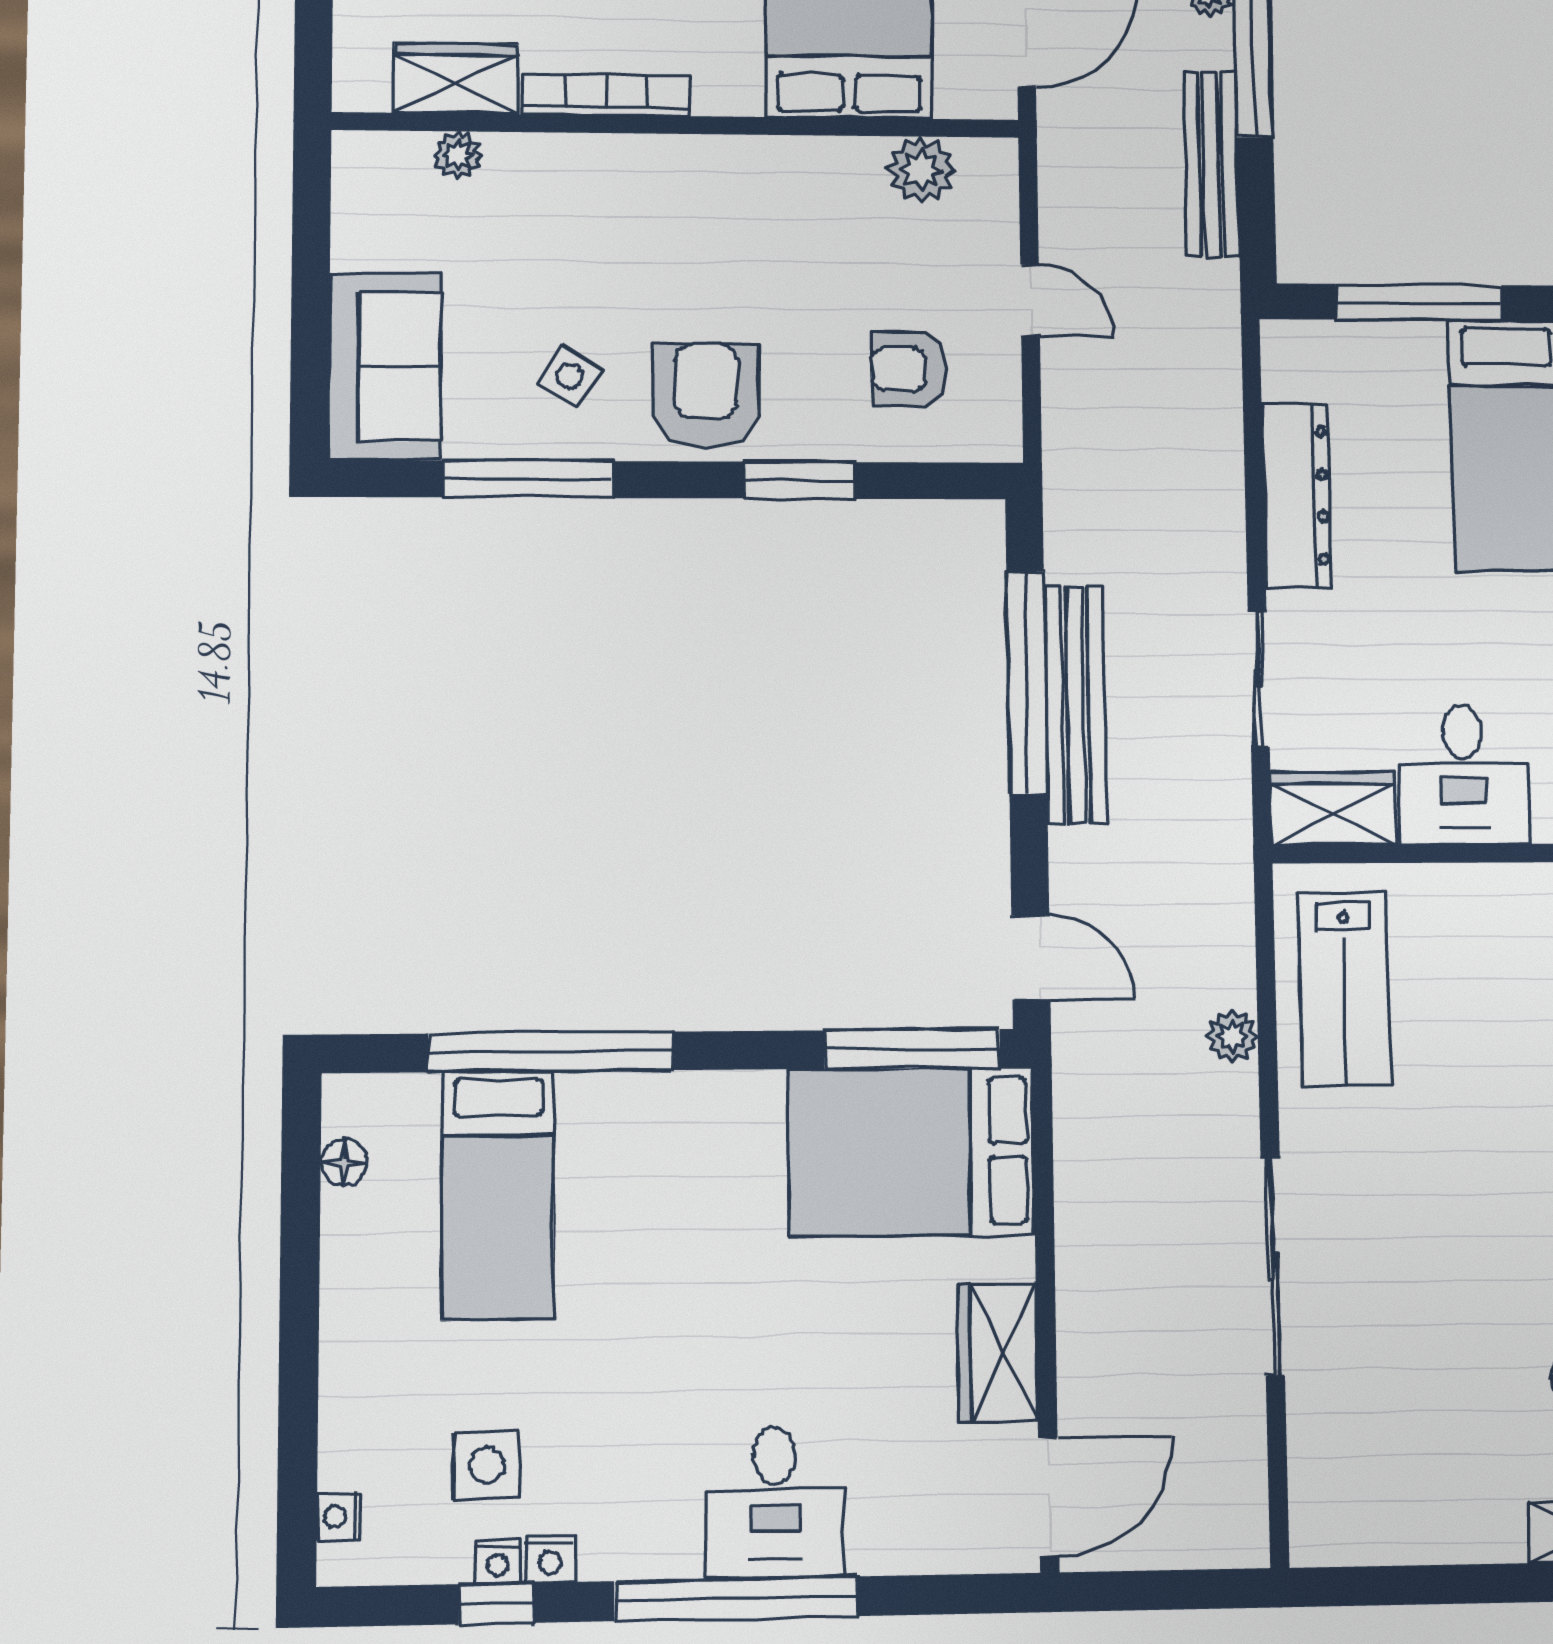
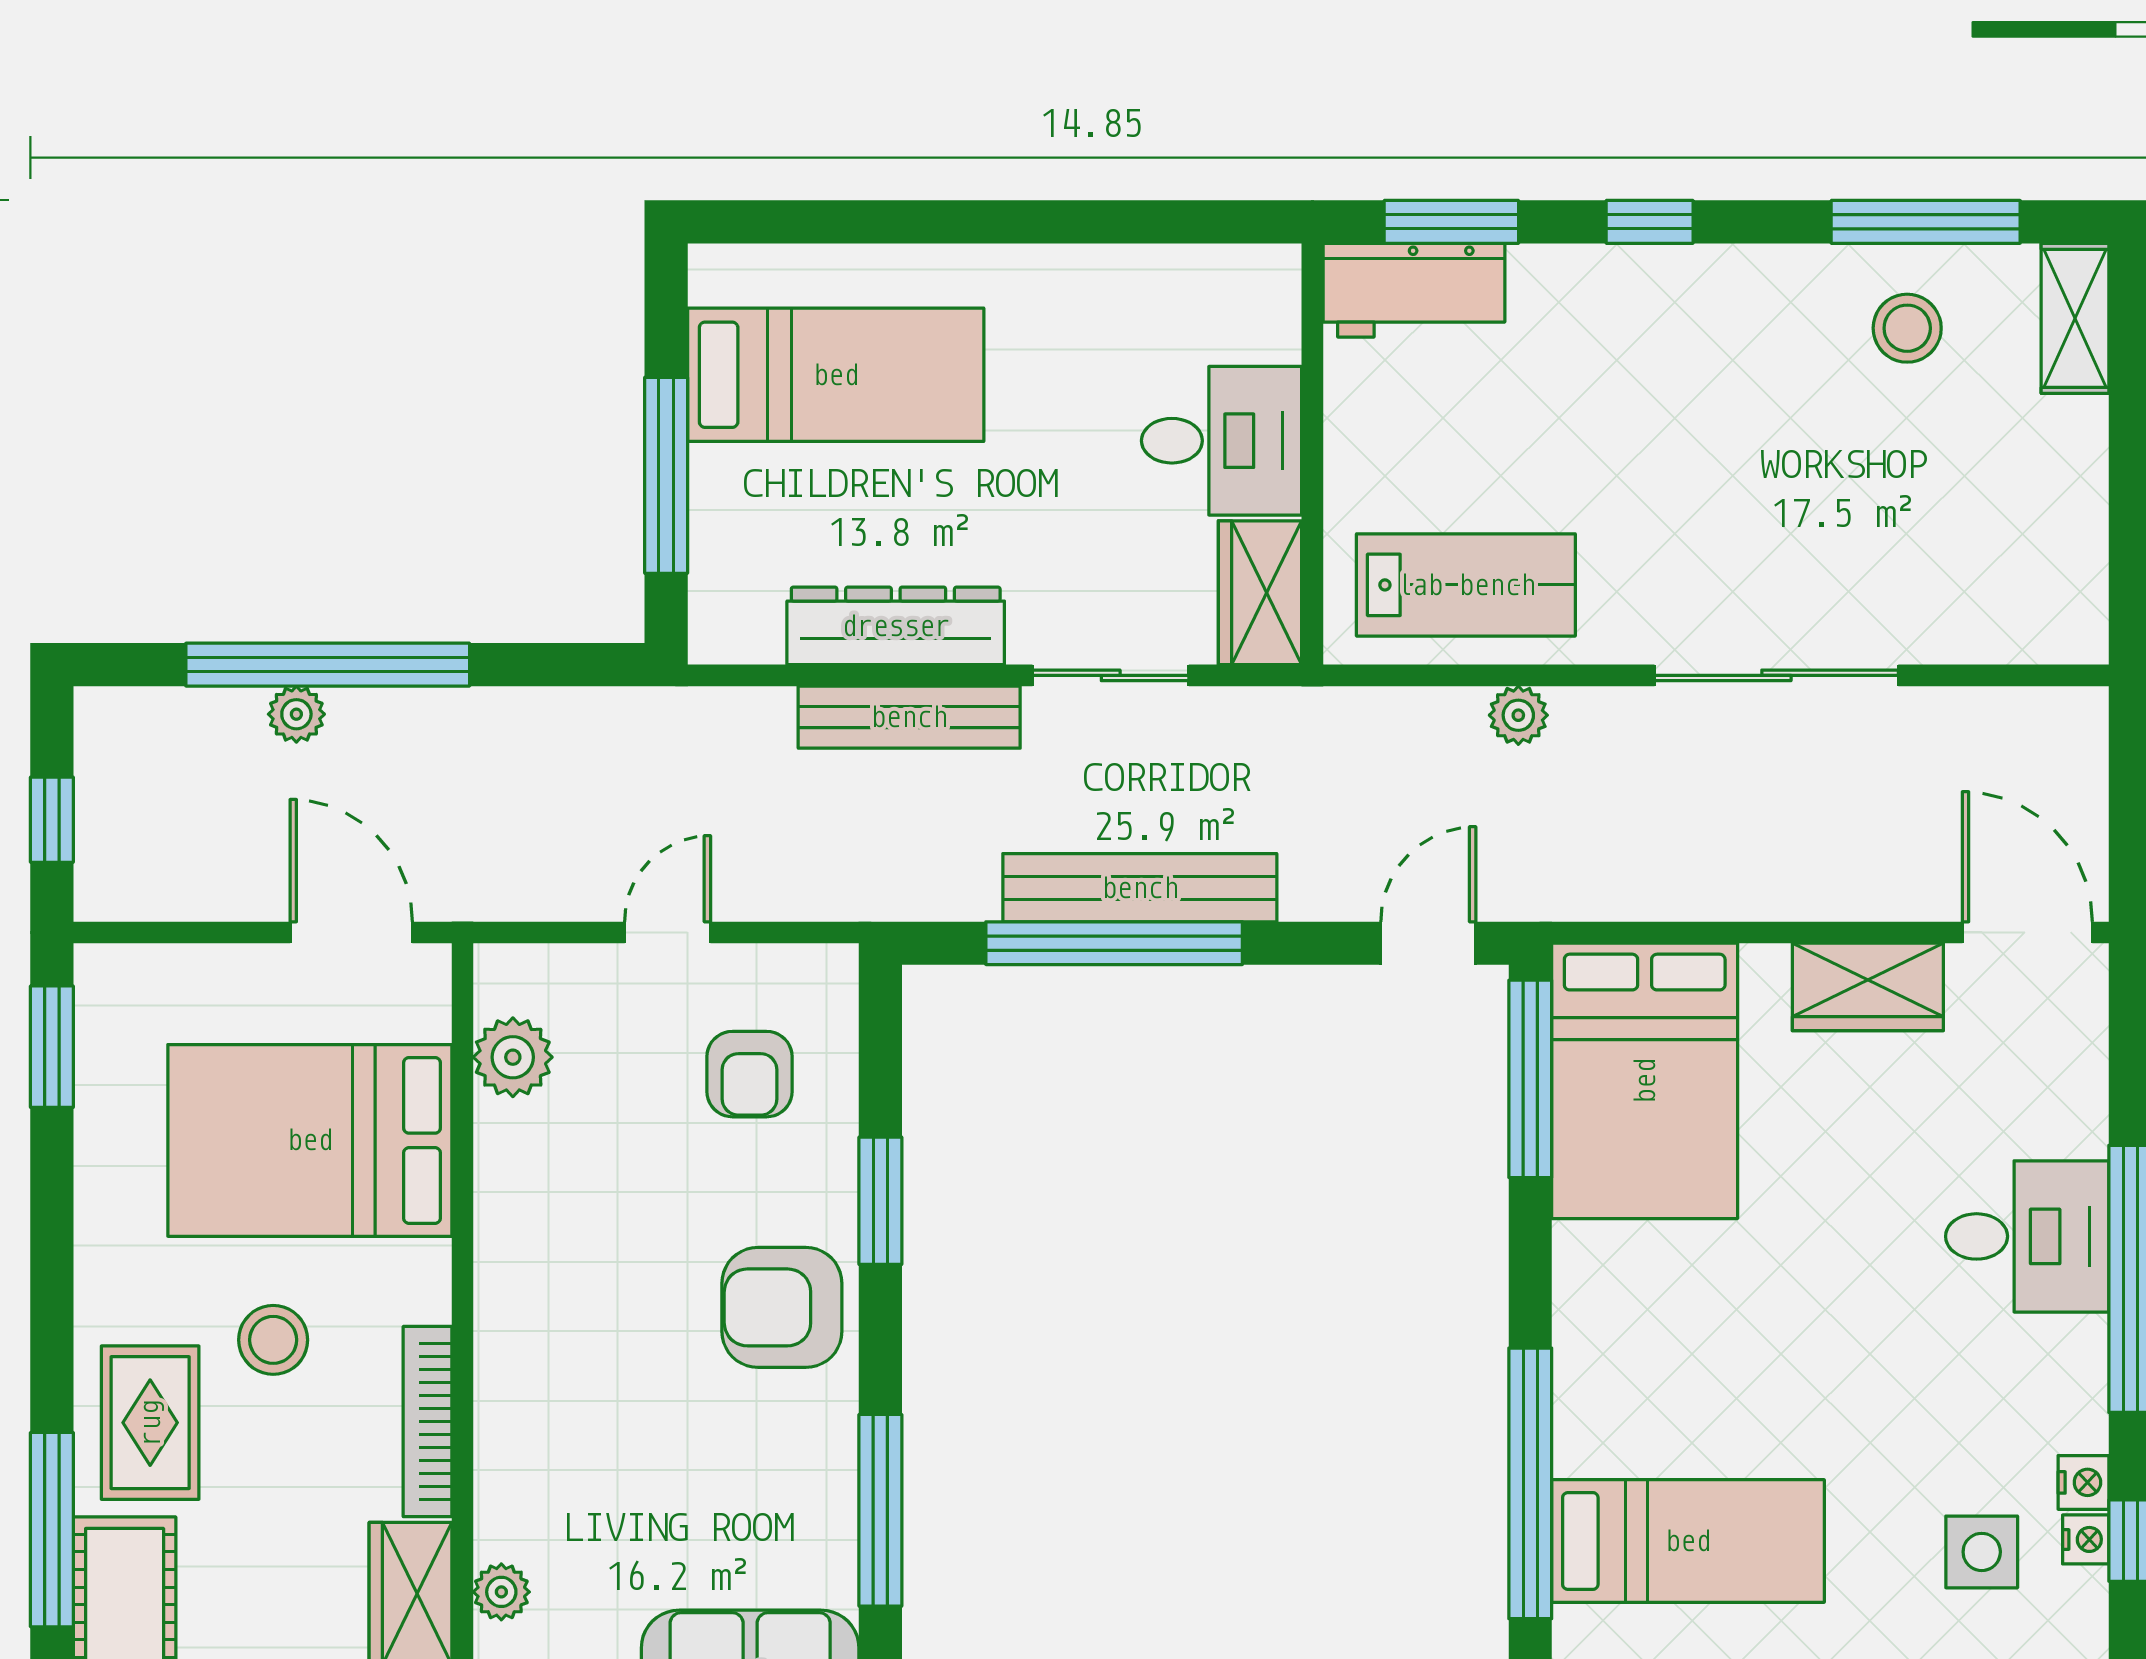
bench: (1211, 164) -> (909, 717), moved
side table: (569, 376) -> (760, 1463), removed

